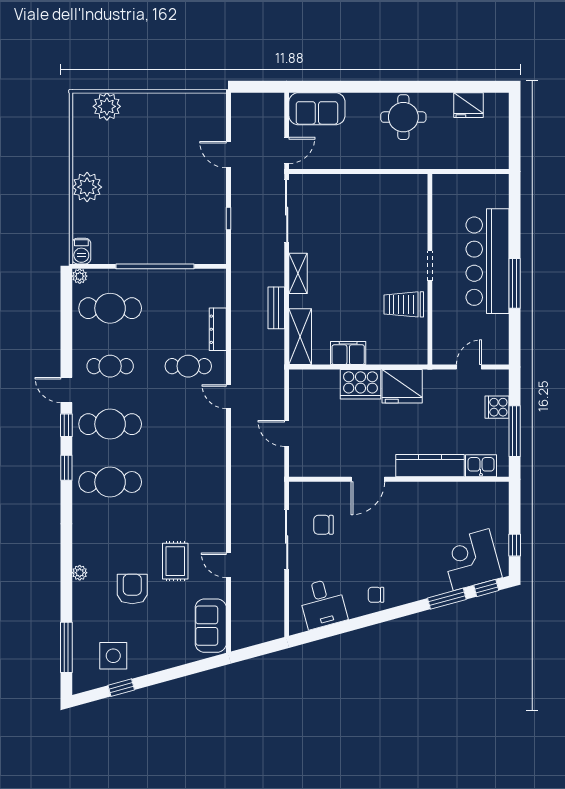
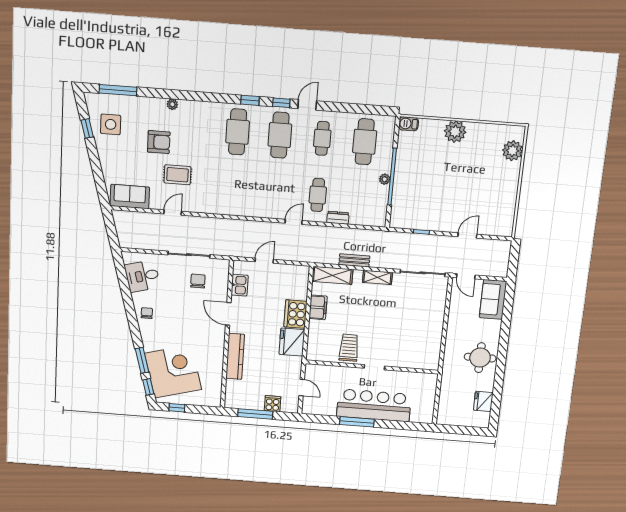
plant: (80, 276) -> (385, 179), moved
dresser: (218, 329) -> (338, 218), width x0.70
kitchen sink: (481, 466) -> (240, 285), moved
corner desk: (471, 560) -> (173, 371), width x1.36, depth x1.36

